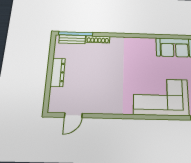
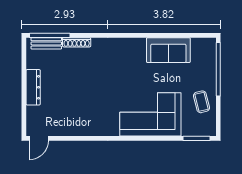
door: (73, 115) -> (39, 138), moved

